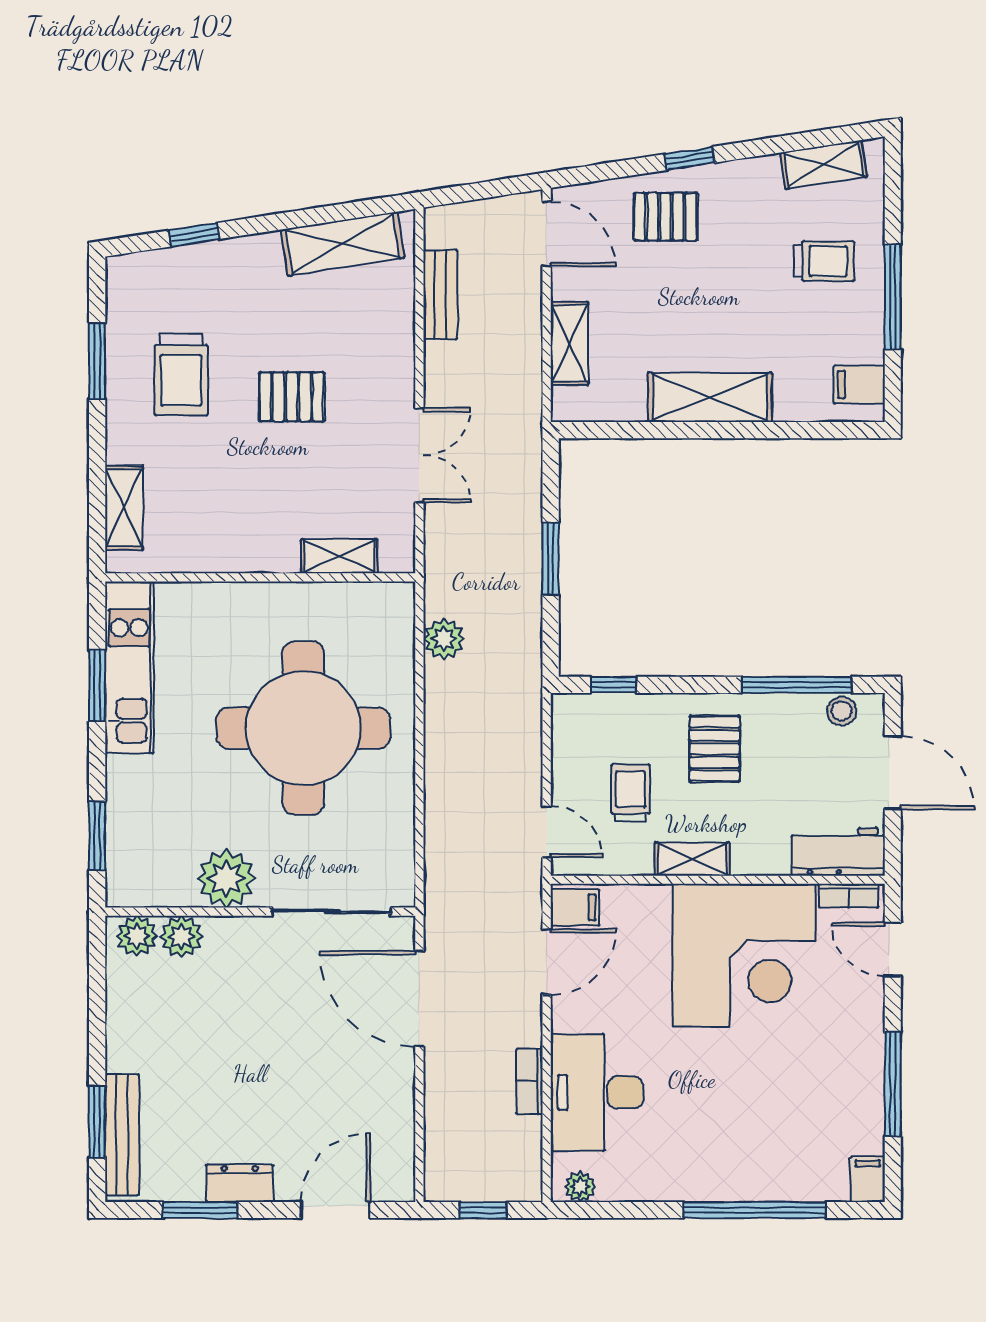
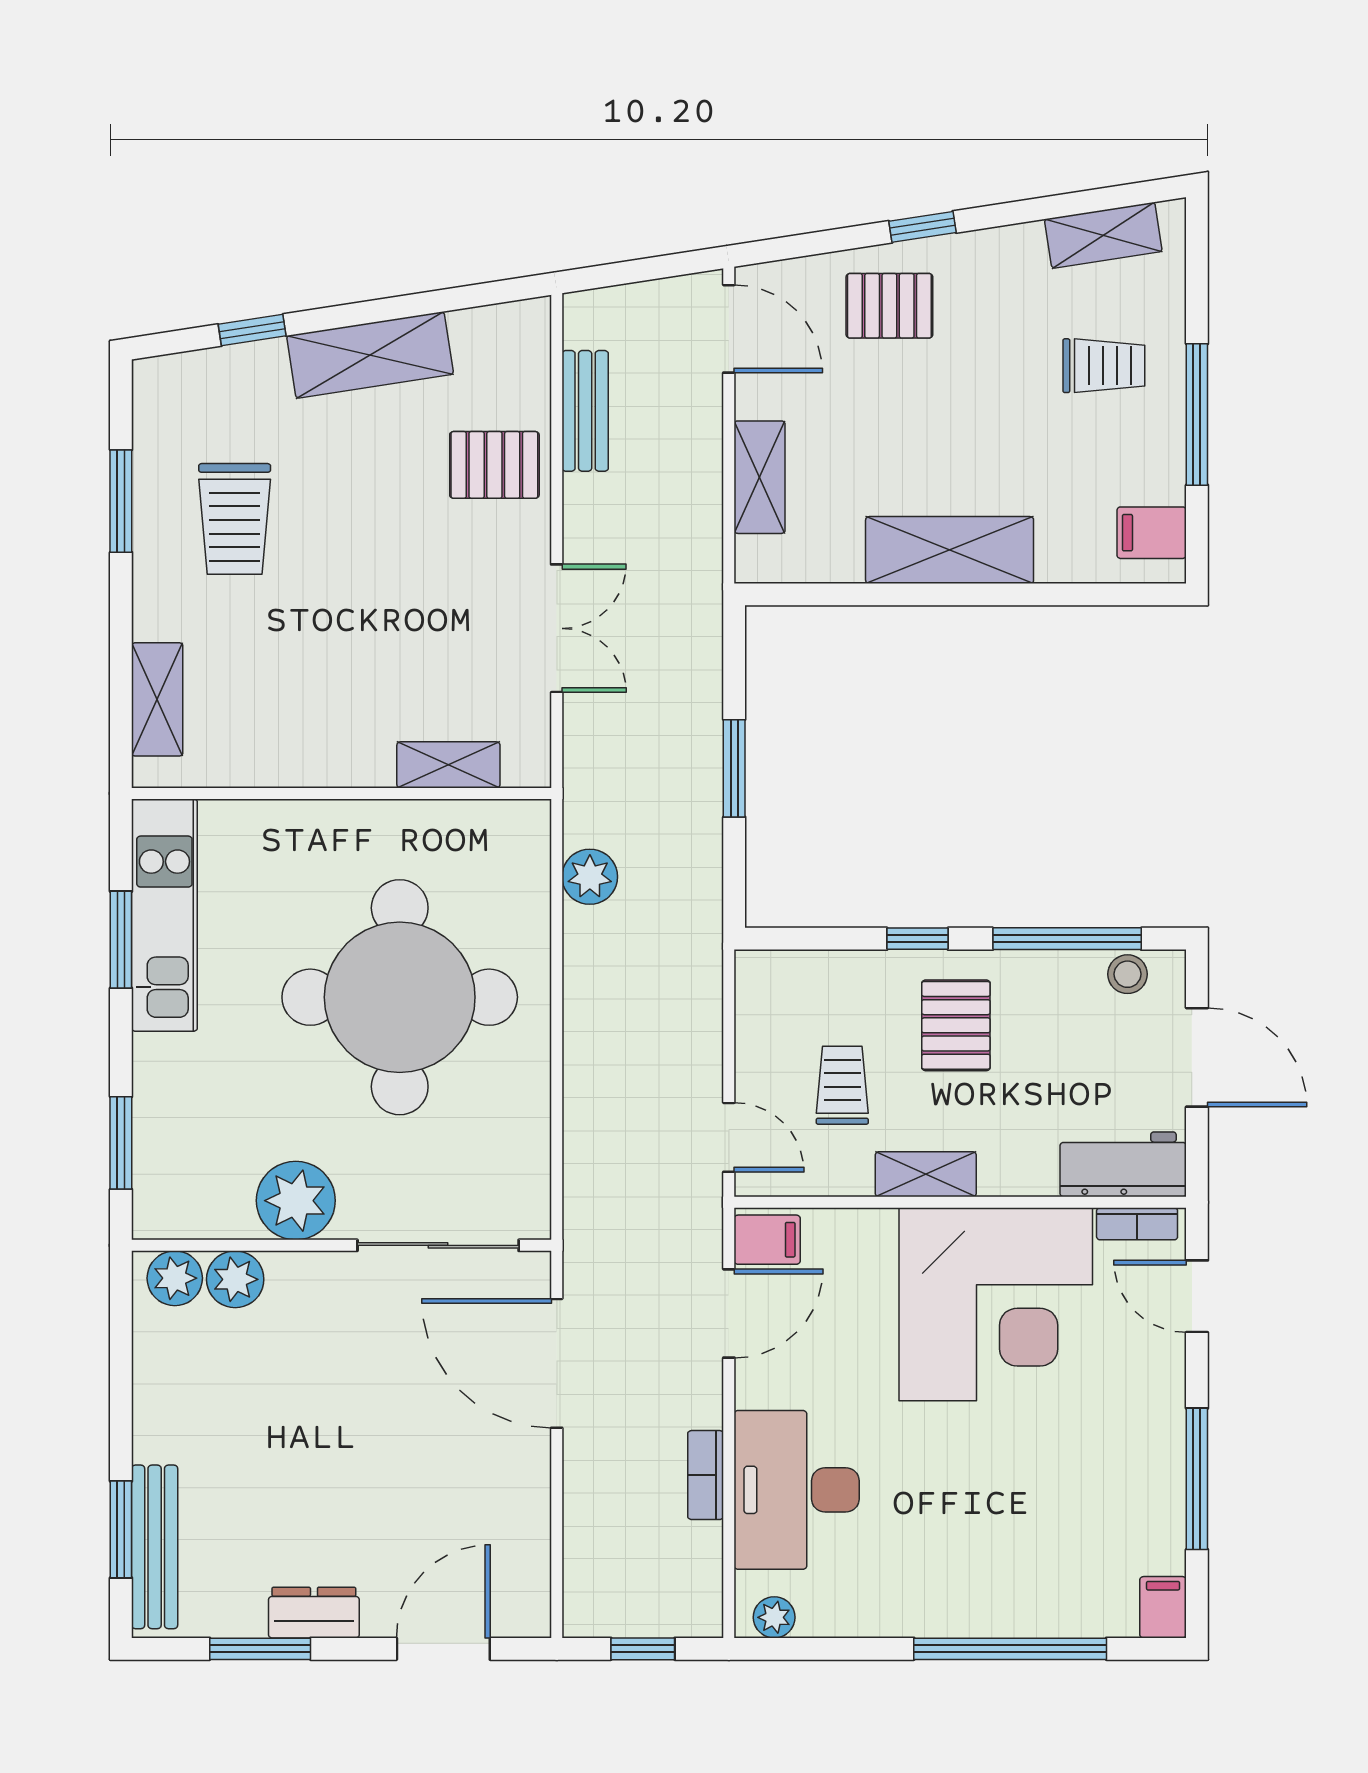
shelving: (342, 244) -> (370, 355), moved
pallet: (292, 397) -> (494, 465), moved
window: (613, 685) -> (918, 939), moved

